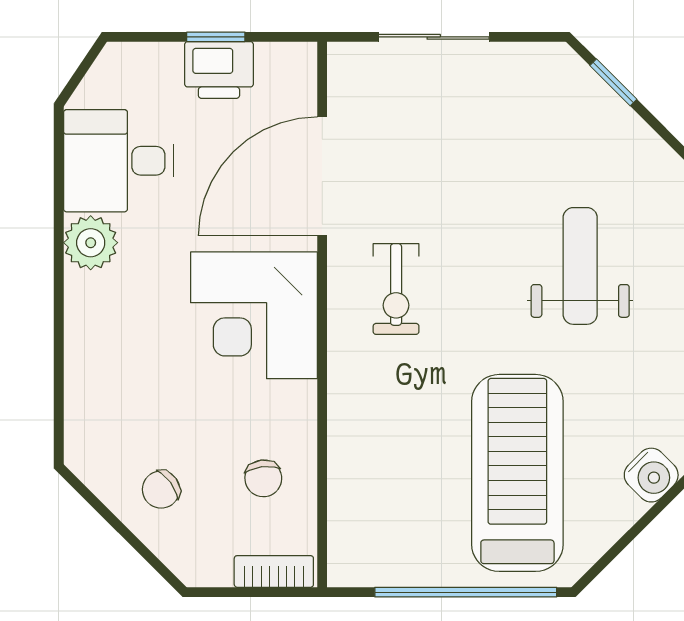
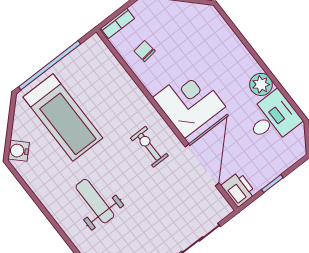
printer: (219, 70) -> (238, 189), moved, turned 90
weight bench: (580, 266) -> (95, 201), turned 180
chair: (161, 489) -> (175, 22), removed

